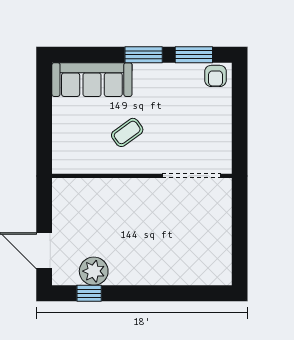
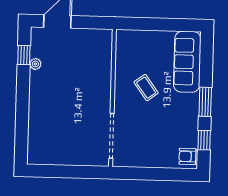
window: (194, 55) -> (204, 140), width x0.67
plant: (94, 271) -> (35, 64), width x0.53, depth x0.53

